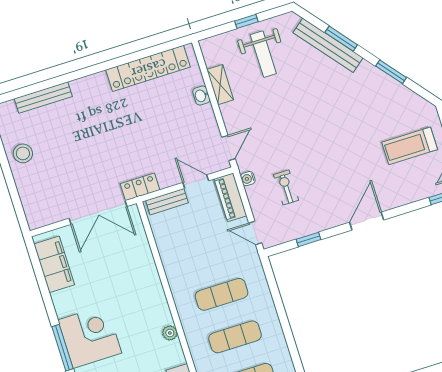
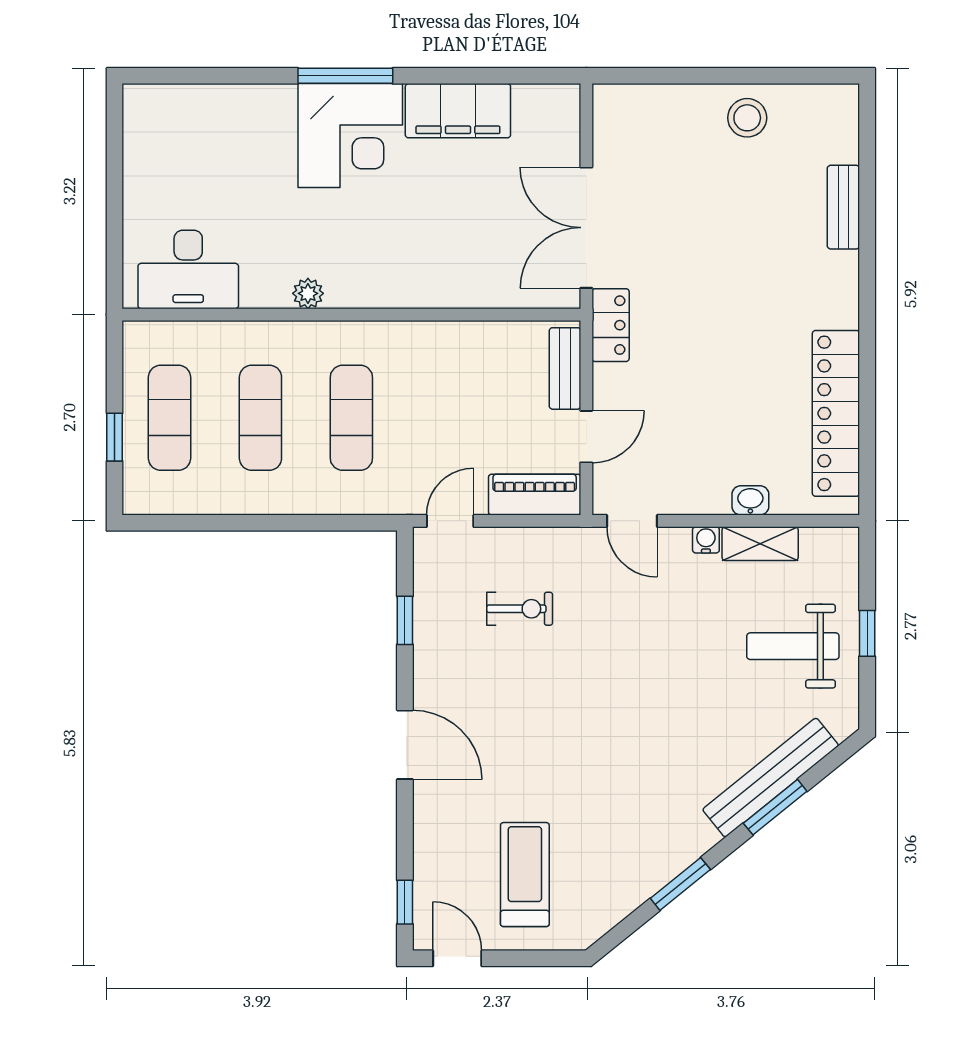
bench: (43, 98) -> (843, 207), width x0.73
water cooler: (248, 179) -> (706, 540), moved
filing cabinet: (54, 264) -> (458, 111), moved

